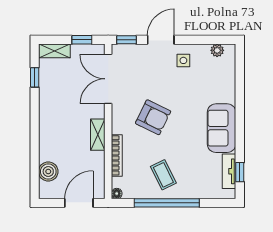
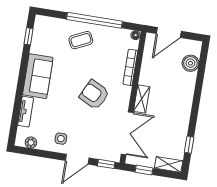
shelving: (98, 135) -> (142, 99), moved
tv unit: (229, 171) -> (26, 112), moved
coffee table: (163, 175) -> (81, 40), moved, turned 90

